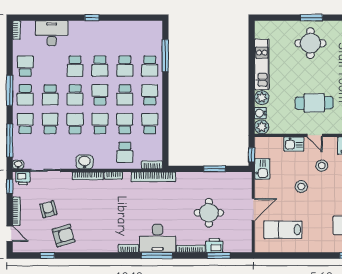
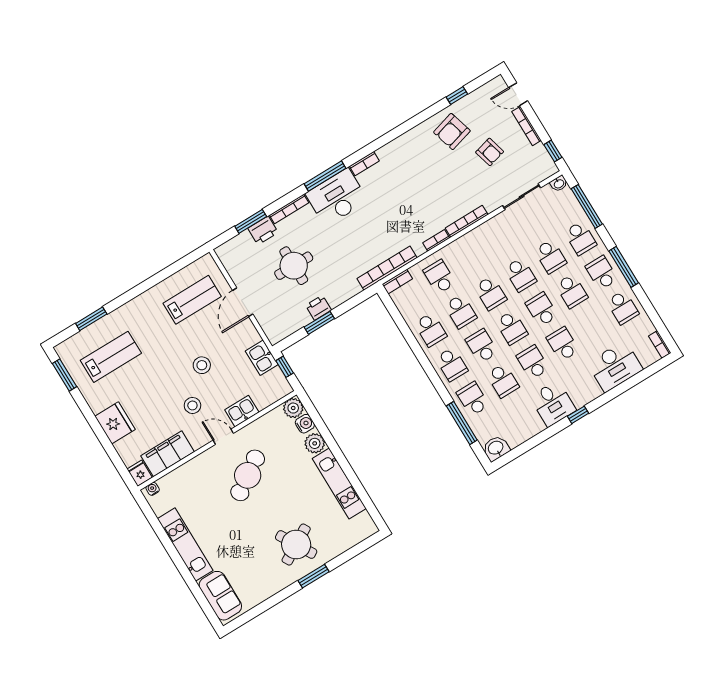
desk: (103, 34) -> (553, 404), added
round table: (310, 43) -> (296, 545), turned -30
school desk: (125, 66) -> (503, 381), turned 180
school desk: (50, 95) -> (572, 291), turned 180
cafe table: (314, 103) -> (248, 475), turned -33
washbasin: (85, 162) -> (496, 448), moved, turned 180
printer: (23, 178) -> (318, 308), moved

